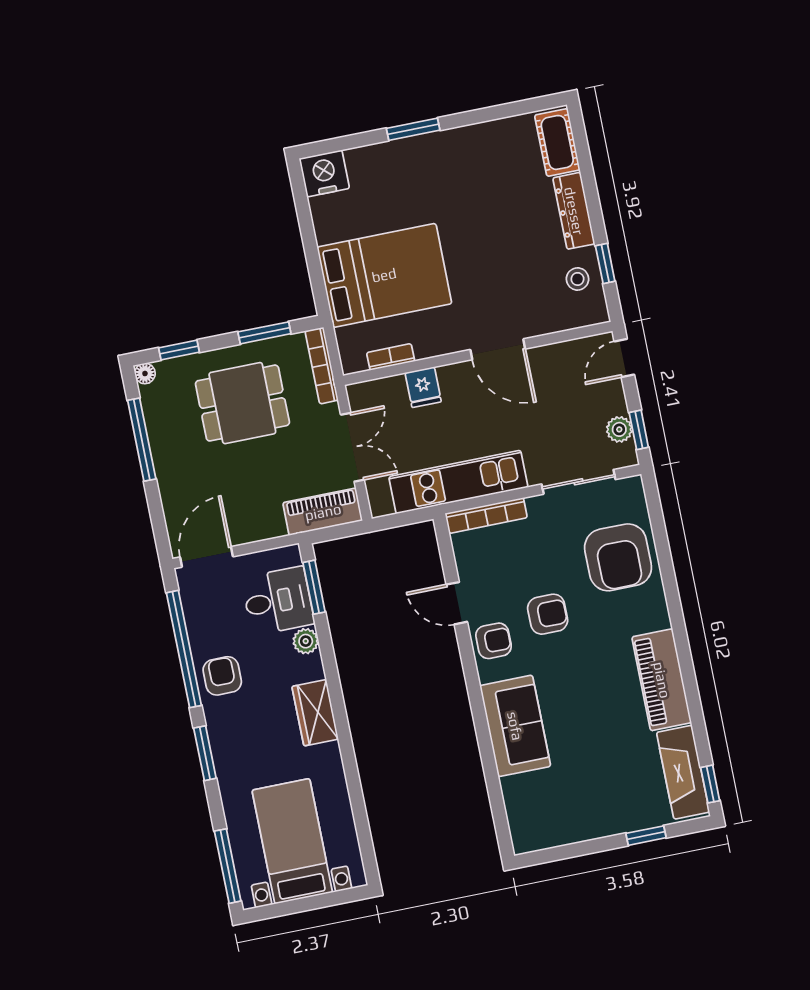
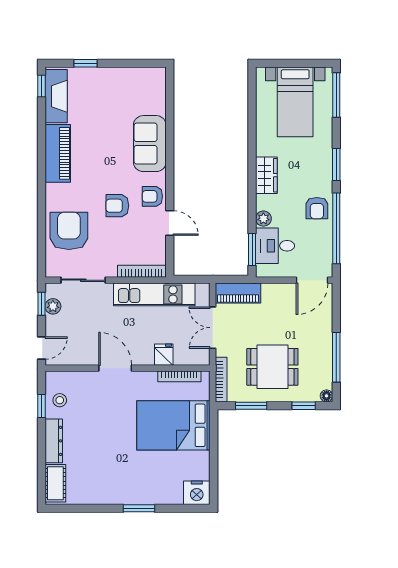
bookcase: (391, 357) -> (179, 376), width x1.56

